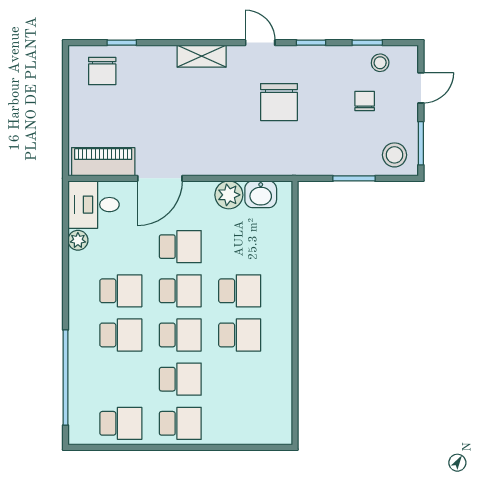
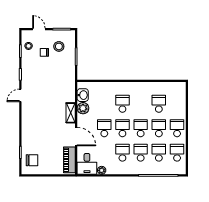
shelving: (202, 56) -> (71, 113), moved
chair: (279, 102) -> (45, 88), removed
stool: (395, 155) -> (59, 46), moved
school desk: (240, 335) -> (159, 104), moved
school desk: (121, 379) -> (159, 153), added

